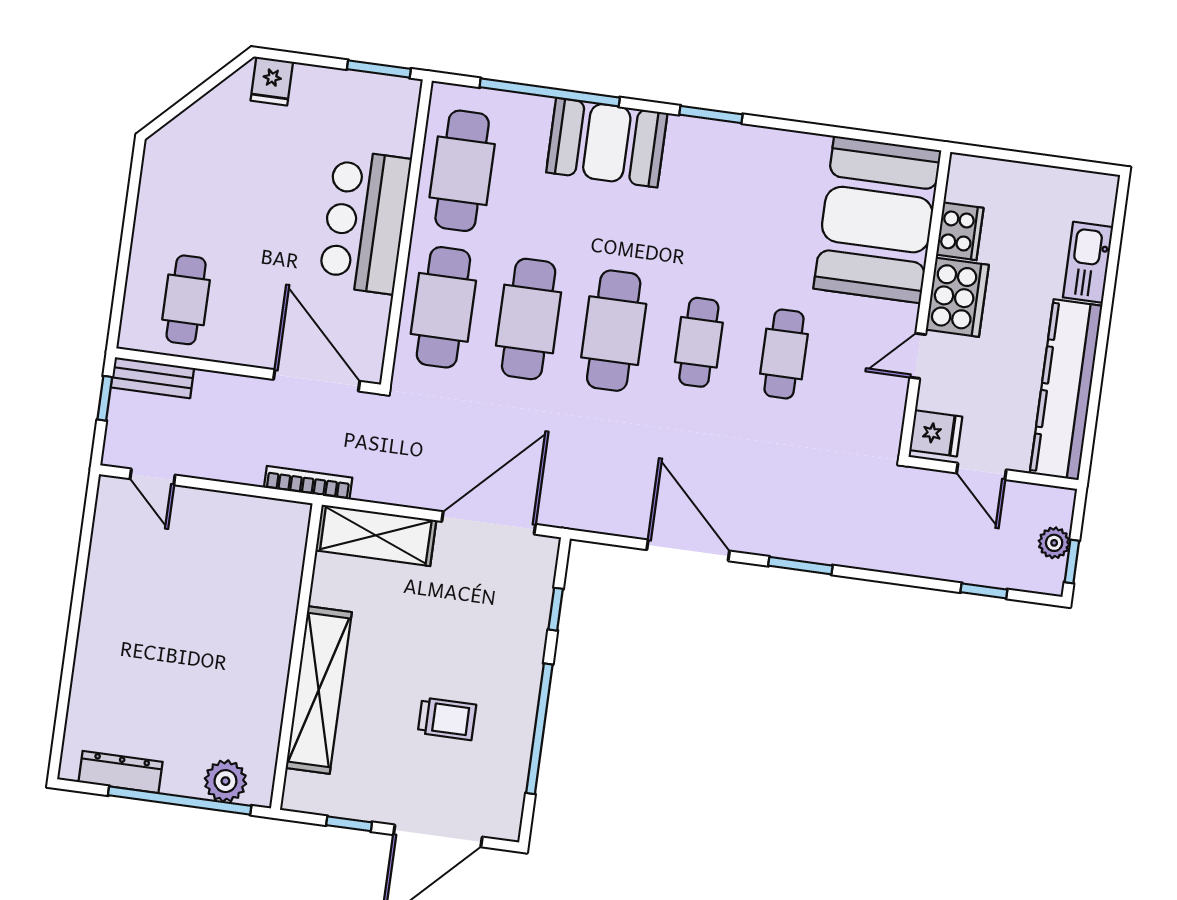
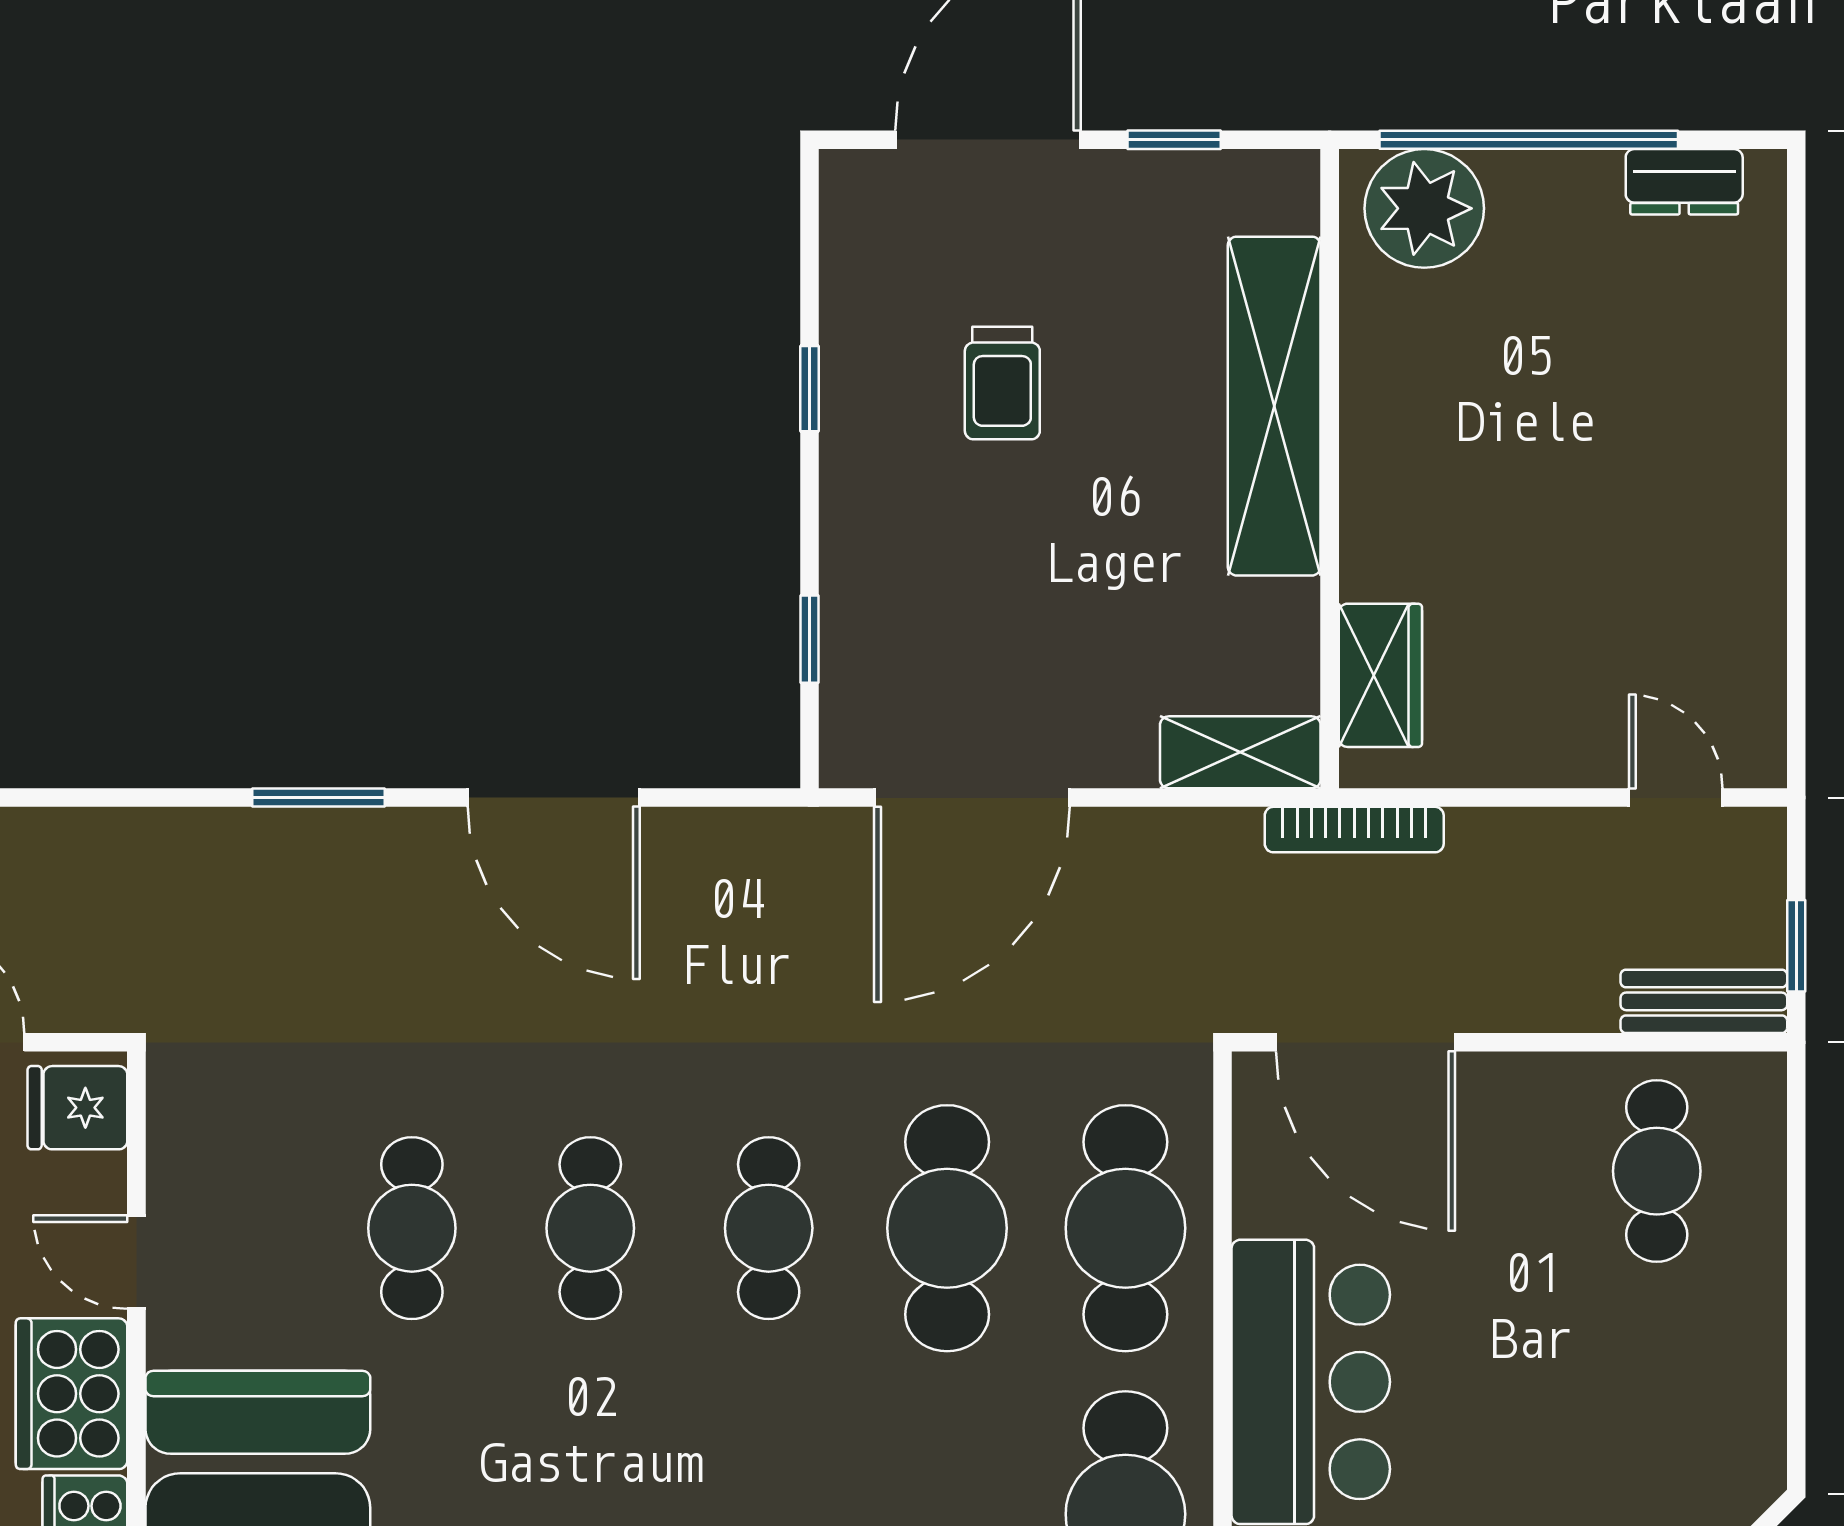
cafe table: (614, 331) -> (769, 1228), width x0.73, depth x0.74
door: (918, 356) -> (136, 1262), swing flipped
shelving: (376, 535) -> (1240, 752), width x0.67, depth x0.75
wardrobe: (286, 555) -> (1380, 675), added
trolley: (447, 719) -> (1002, 383), turned -90
window: (539, 729) -> (809, 389), width x0.32
dresser: (120, 772) -> (1684, 182), width x0.70
plant: (225, 781) -> (1424, 208), width x1.36, depth x1.36

